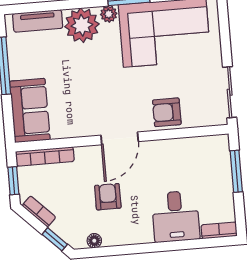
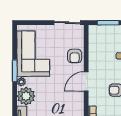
door: (120, 138) -> (86, 82), swing flipped

